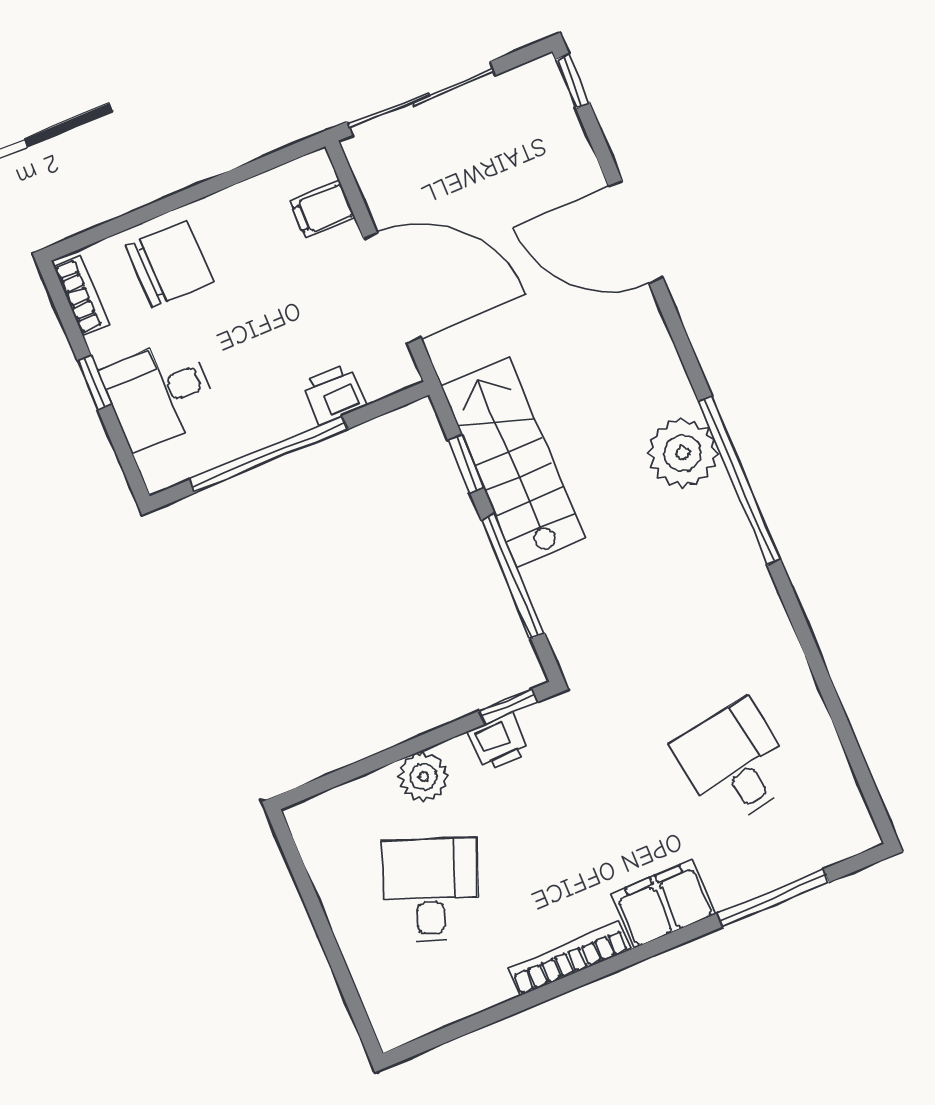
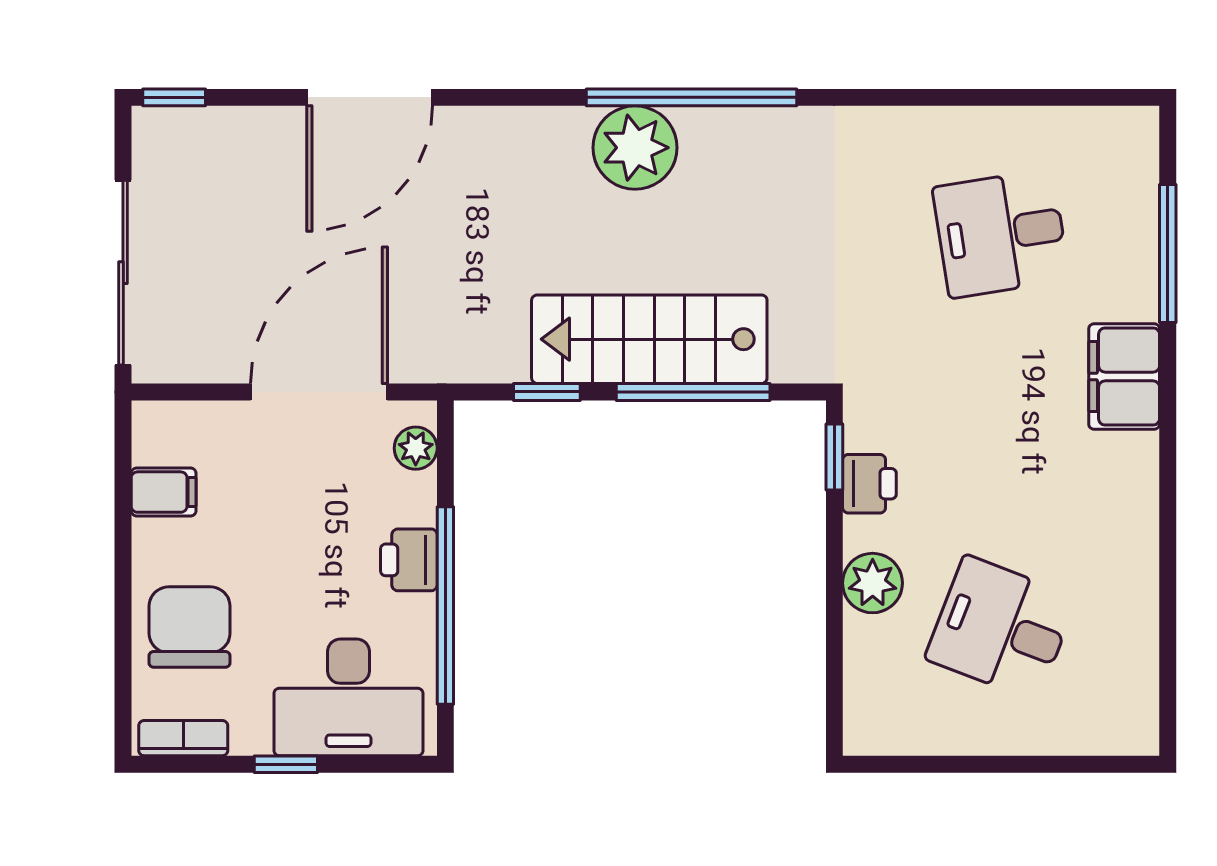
filing cabinet: (323, 209) -> (164, 492), moved, turned -90
plant: (380, 381) -> (416, 448), added
desk: (160, 394) -> (348, 697), width x1.37
printer: (334, 394) -> (409, 560), moved
stairs: (513, 462) -> (649, 339), moved
bookcase: (569, 959) -> (1141, 506), removed

